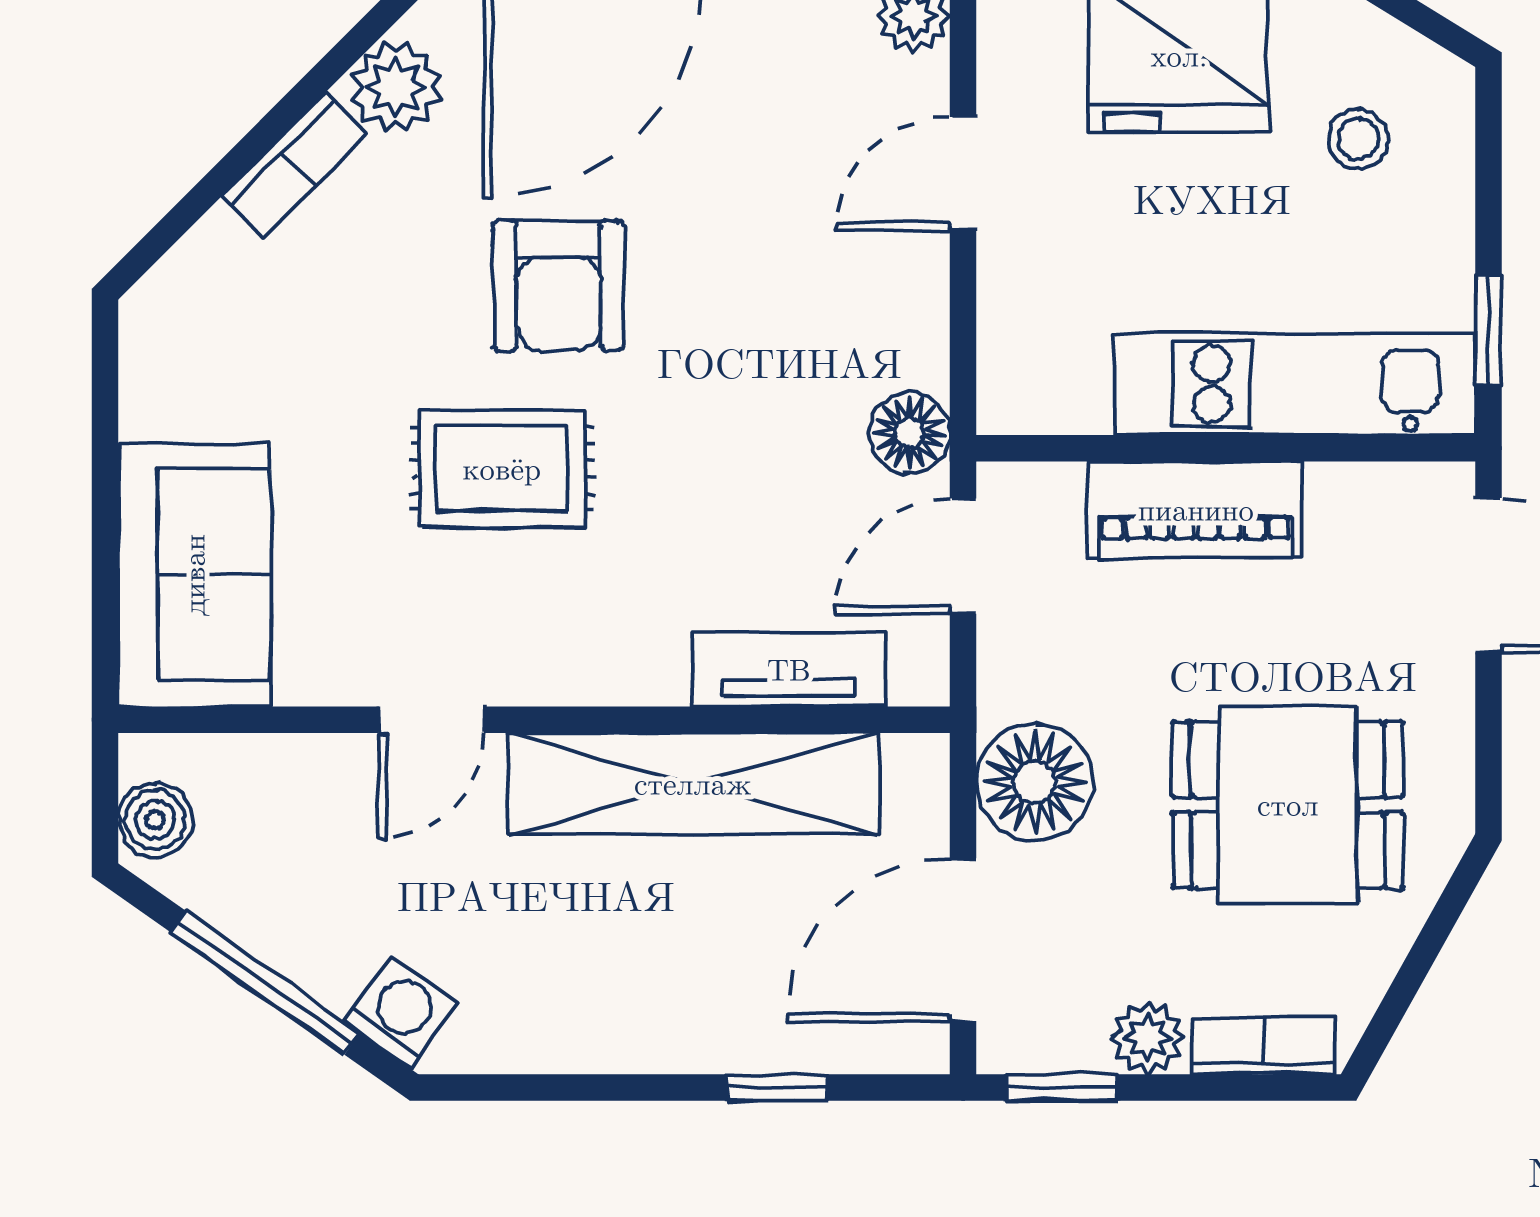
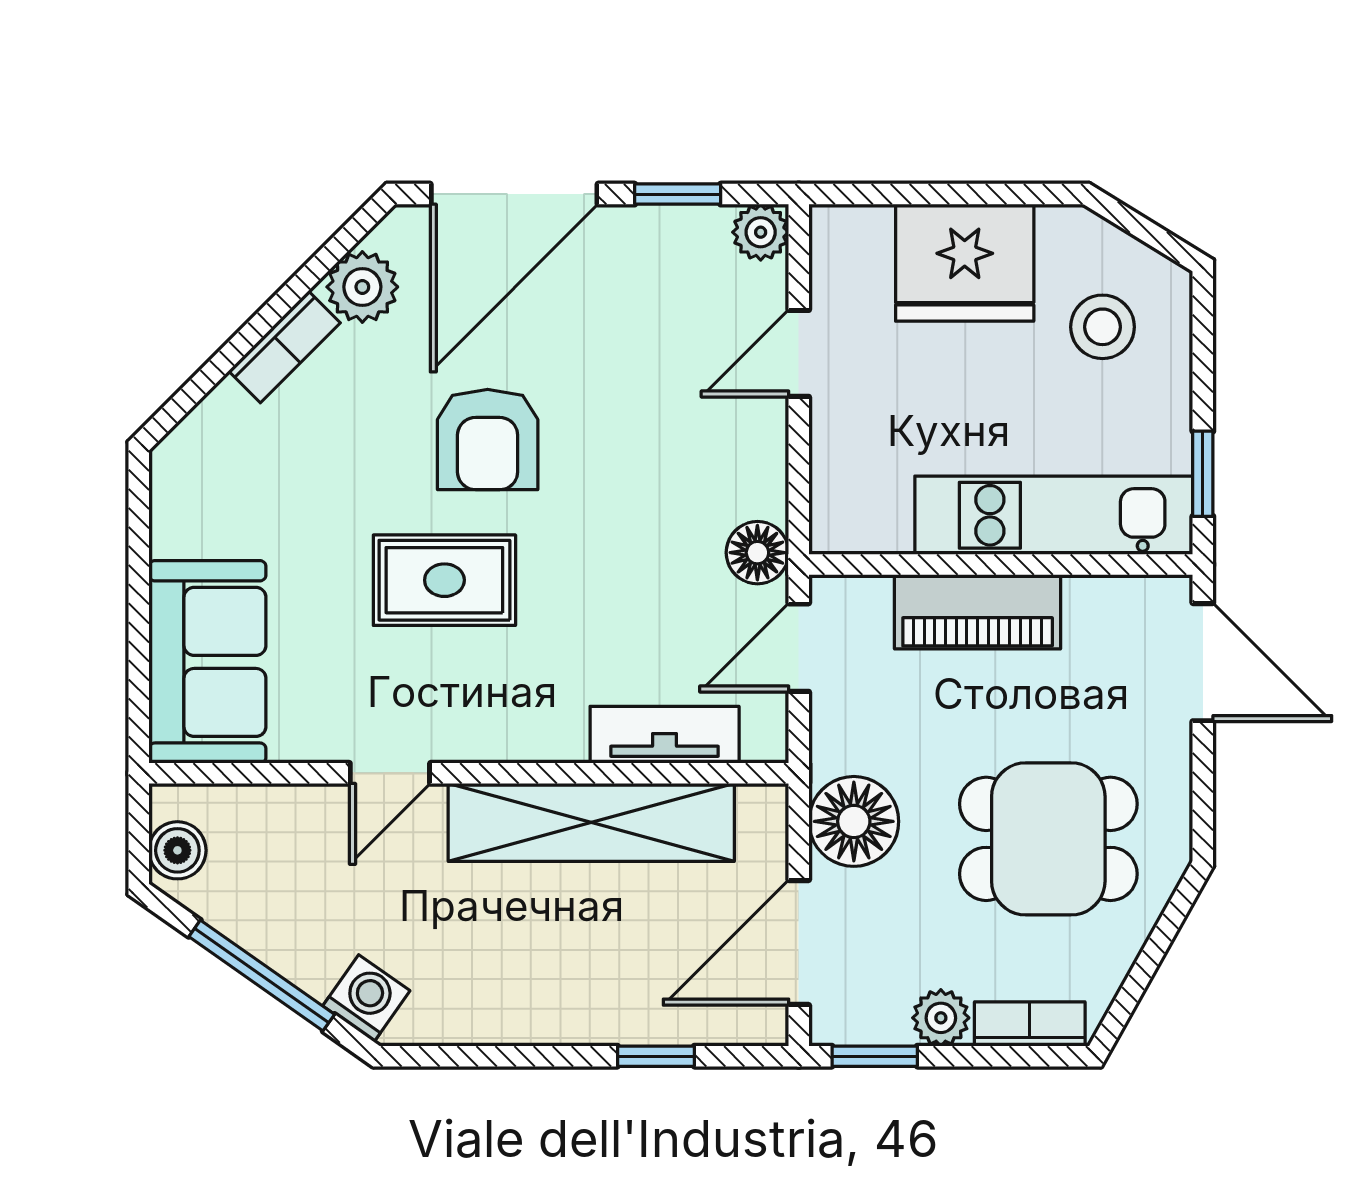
stool: (1358, 139) -> (1103, 327), width x1.37, depth x1.37

